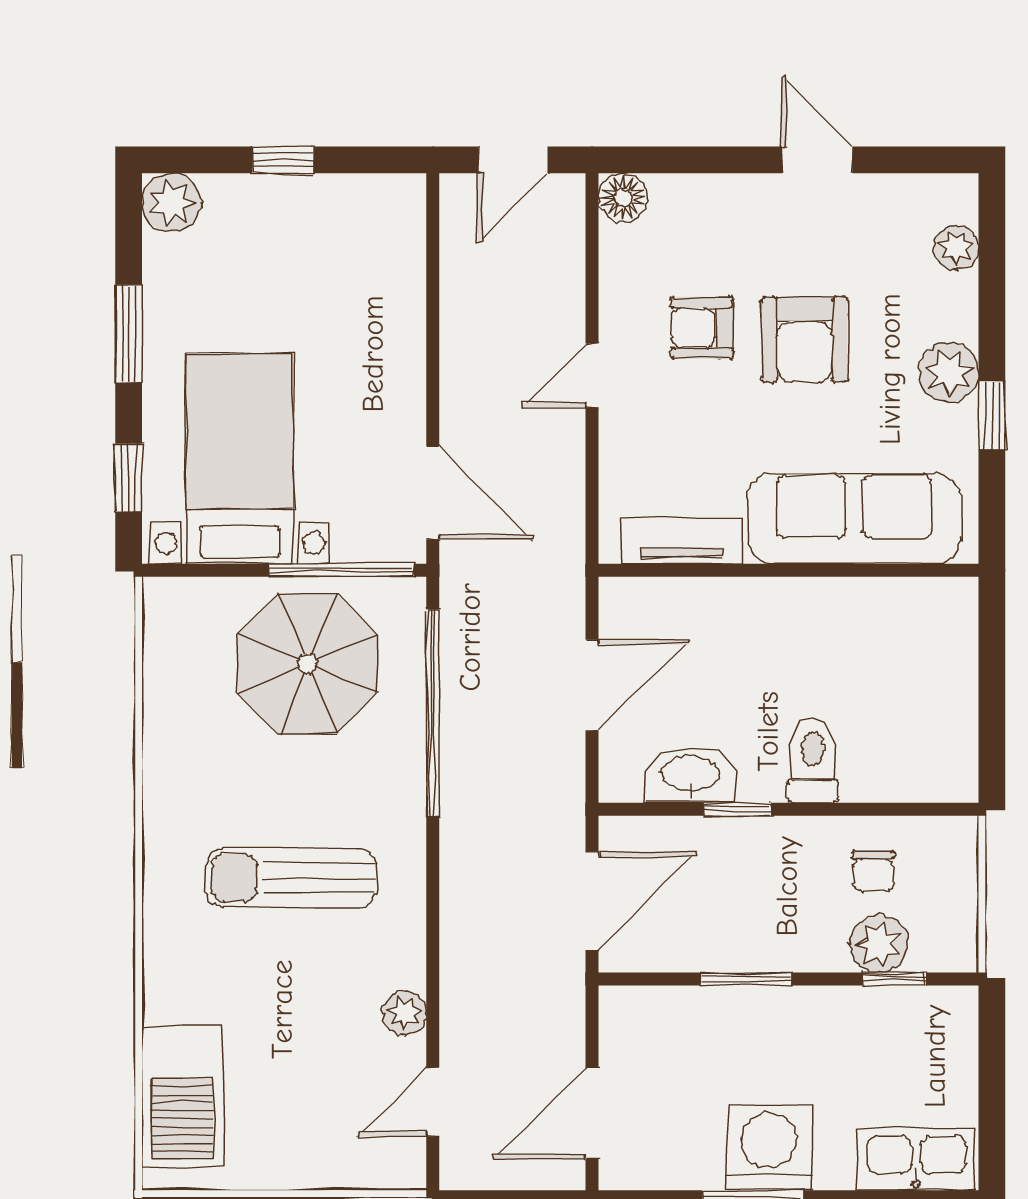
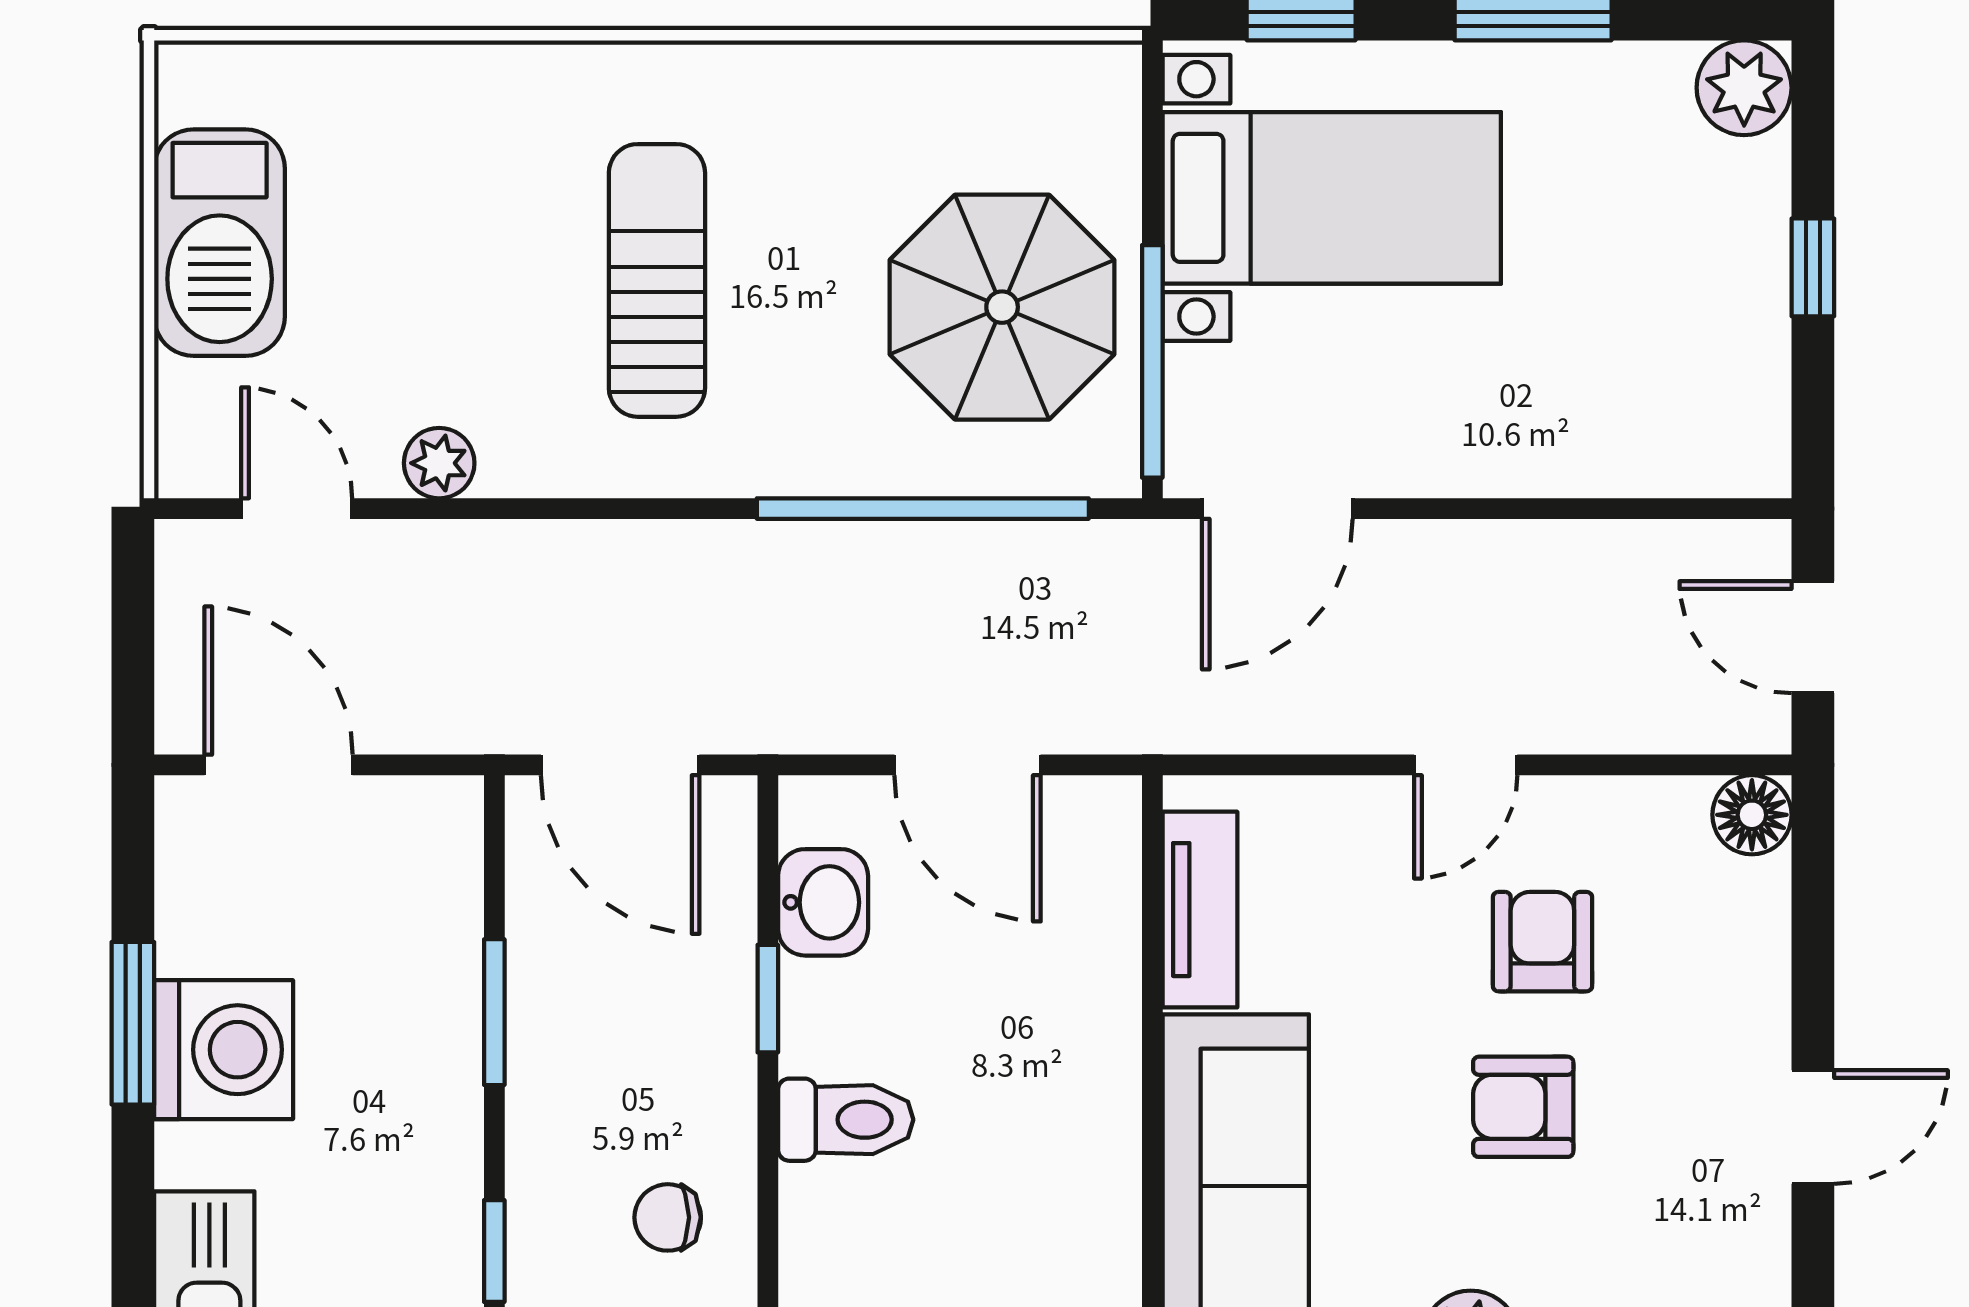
armchair: (805, 340) -> (1523, 1107), width x0.72, depth x0.72
door: (592, 375) -> (1466, 765), swing flipped
washbasin: (690, 775) -> (823, 902), width x0.72
plant: (879, 944) -> (551, 1227), removed
barbecue: (182, 1097) -> (220, 243), moved, turned -90

